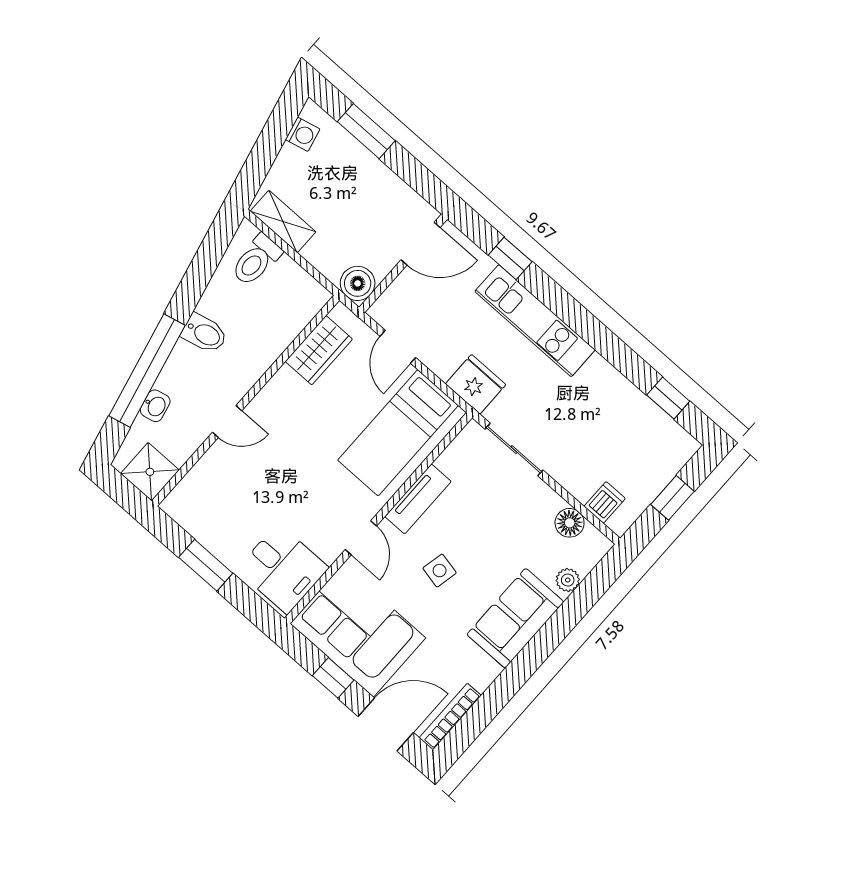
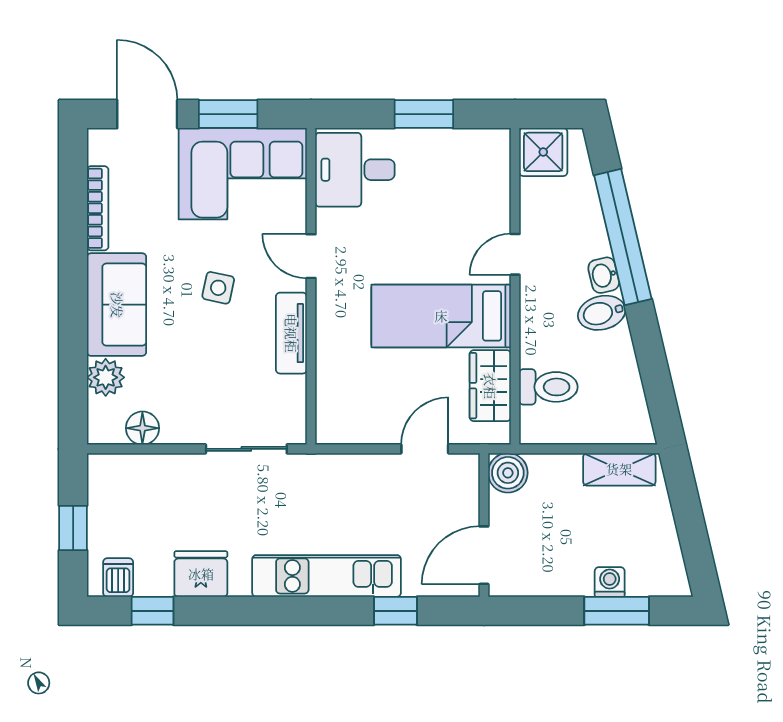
washing machine: (303, 134) -> (610, 582), moved, turned 103
toilet: (256, 260) -> (548, 387), moved, turned 90
door: (398, 347) -> (425, 449), hinge flipped
fridge: (476, 384) -> (201, 574), moved, turned 180
washbasin: (155, 406) -> (604, 275), moved
bed: (398, 433) -> (441, 316), moved, turned -90
dishwasher: (605, 502) -> (118, 578), moved, turned 180
plant: (568, 580) -> (106, 377), width x1.38, depth x1.38
window: (333, 678) -> (228, 114), width x1.50
bookcase: (450, 717) -> (98, 208), moved
door: (386, 724) -> (147, 114), swing flipped

